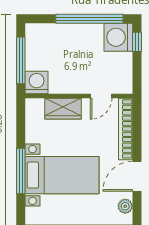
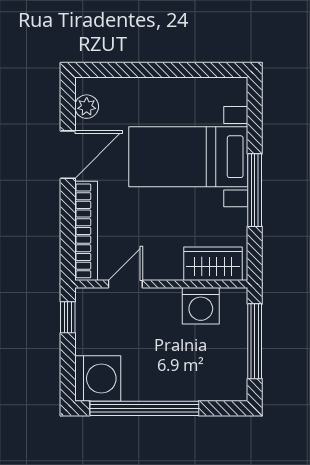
window: (137, 42) -> (68, 317), moved
washing machine: (37, 82) -> (201, 306), moved
wardrobe: (63, 109) -> (213, 264), moved
window: (21, 171) -> (255, 190), moved

